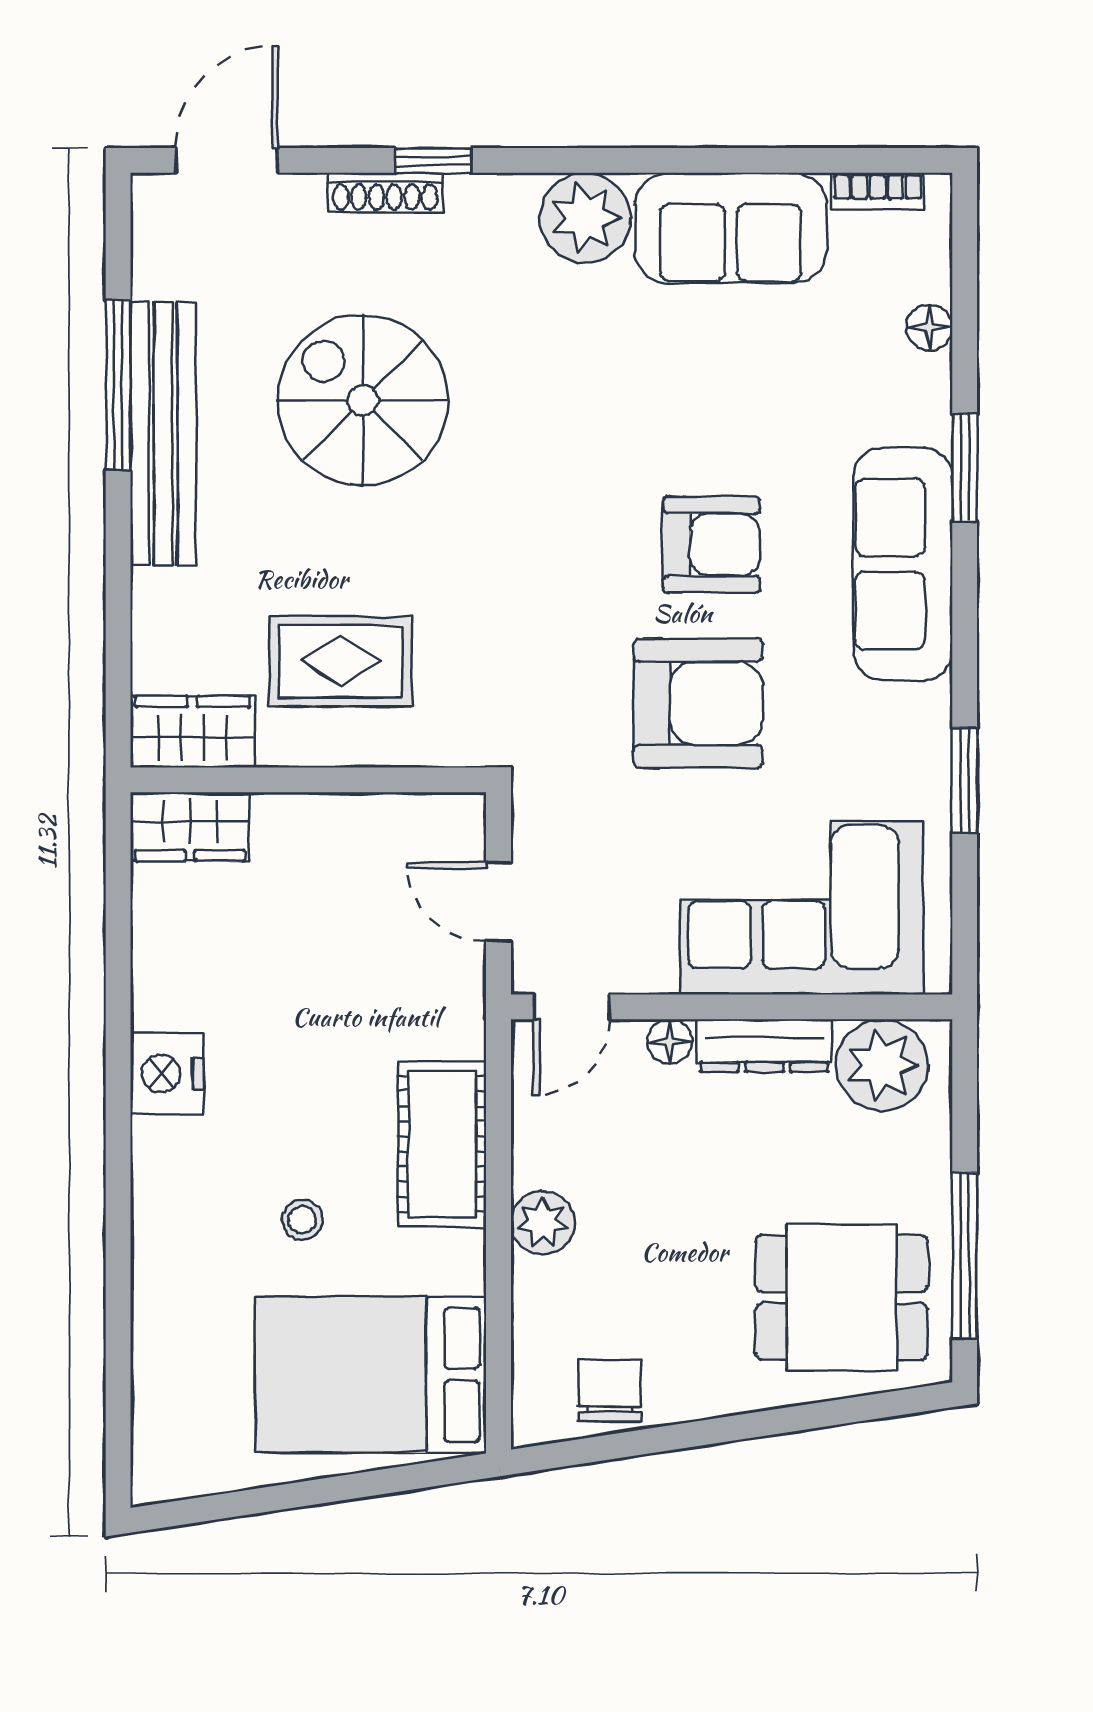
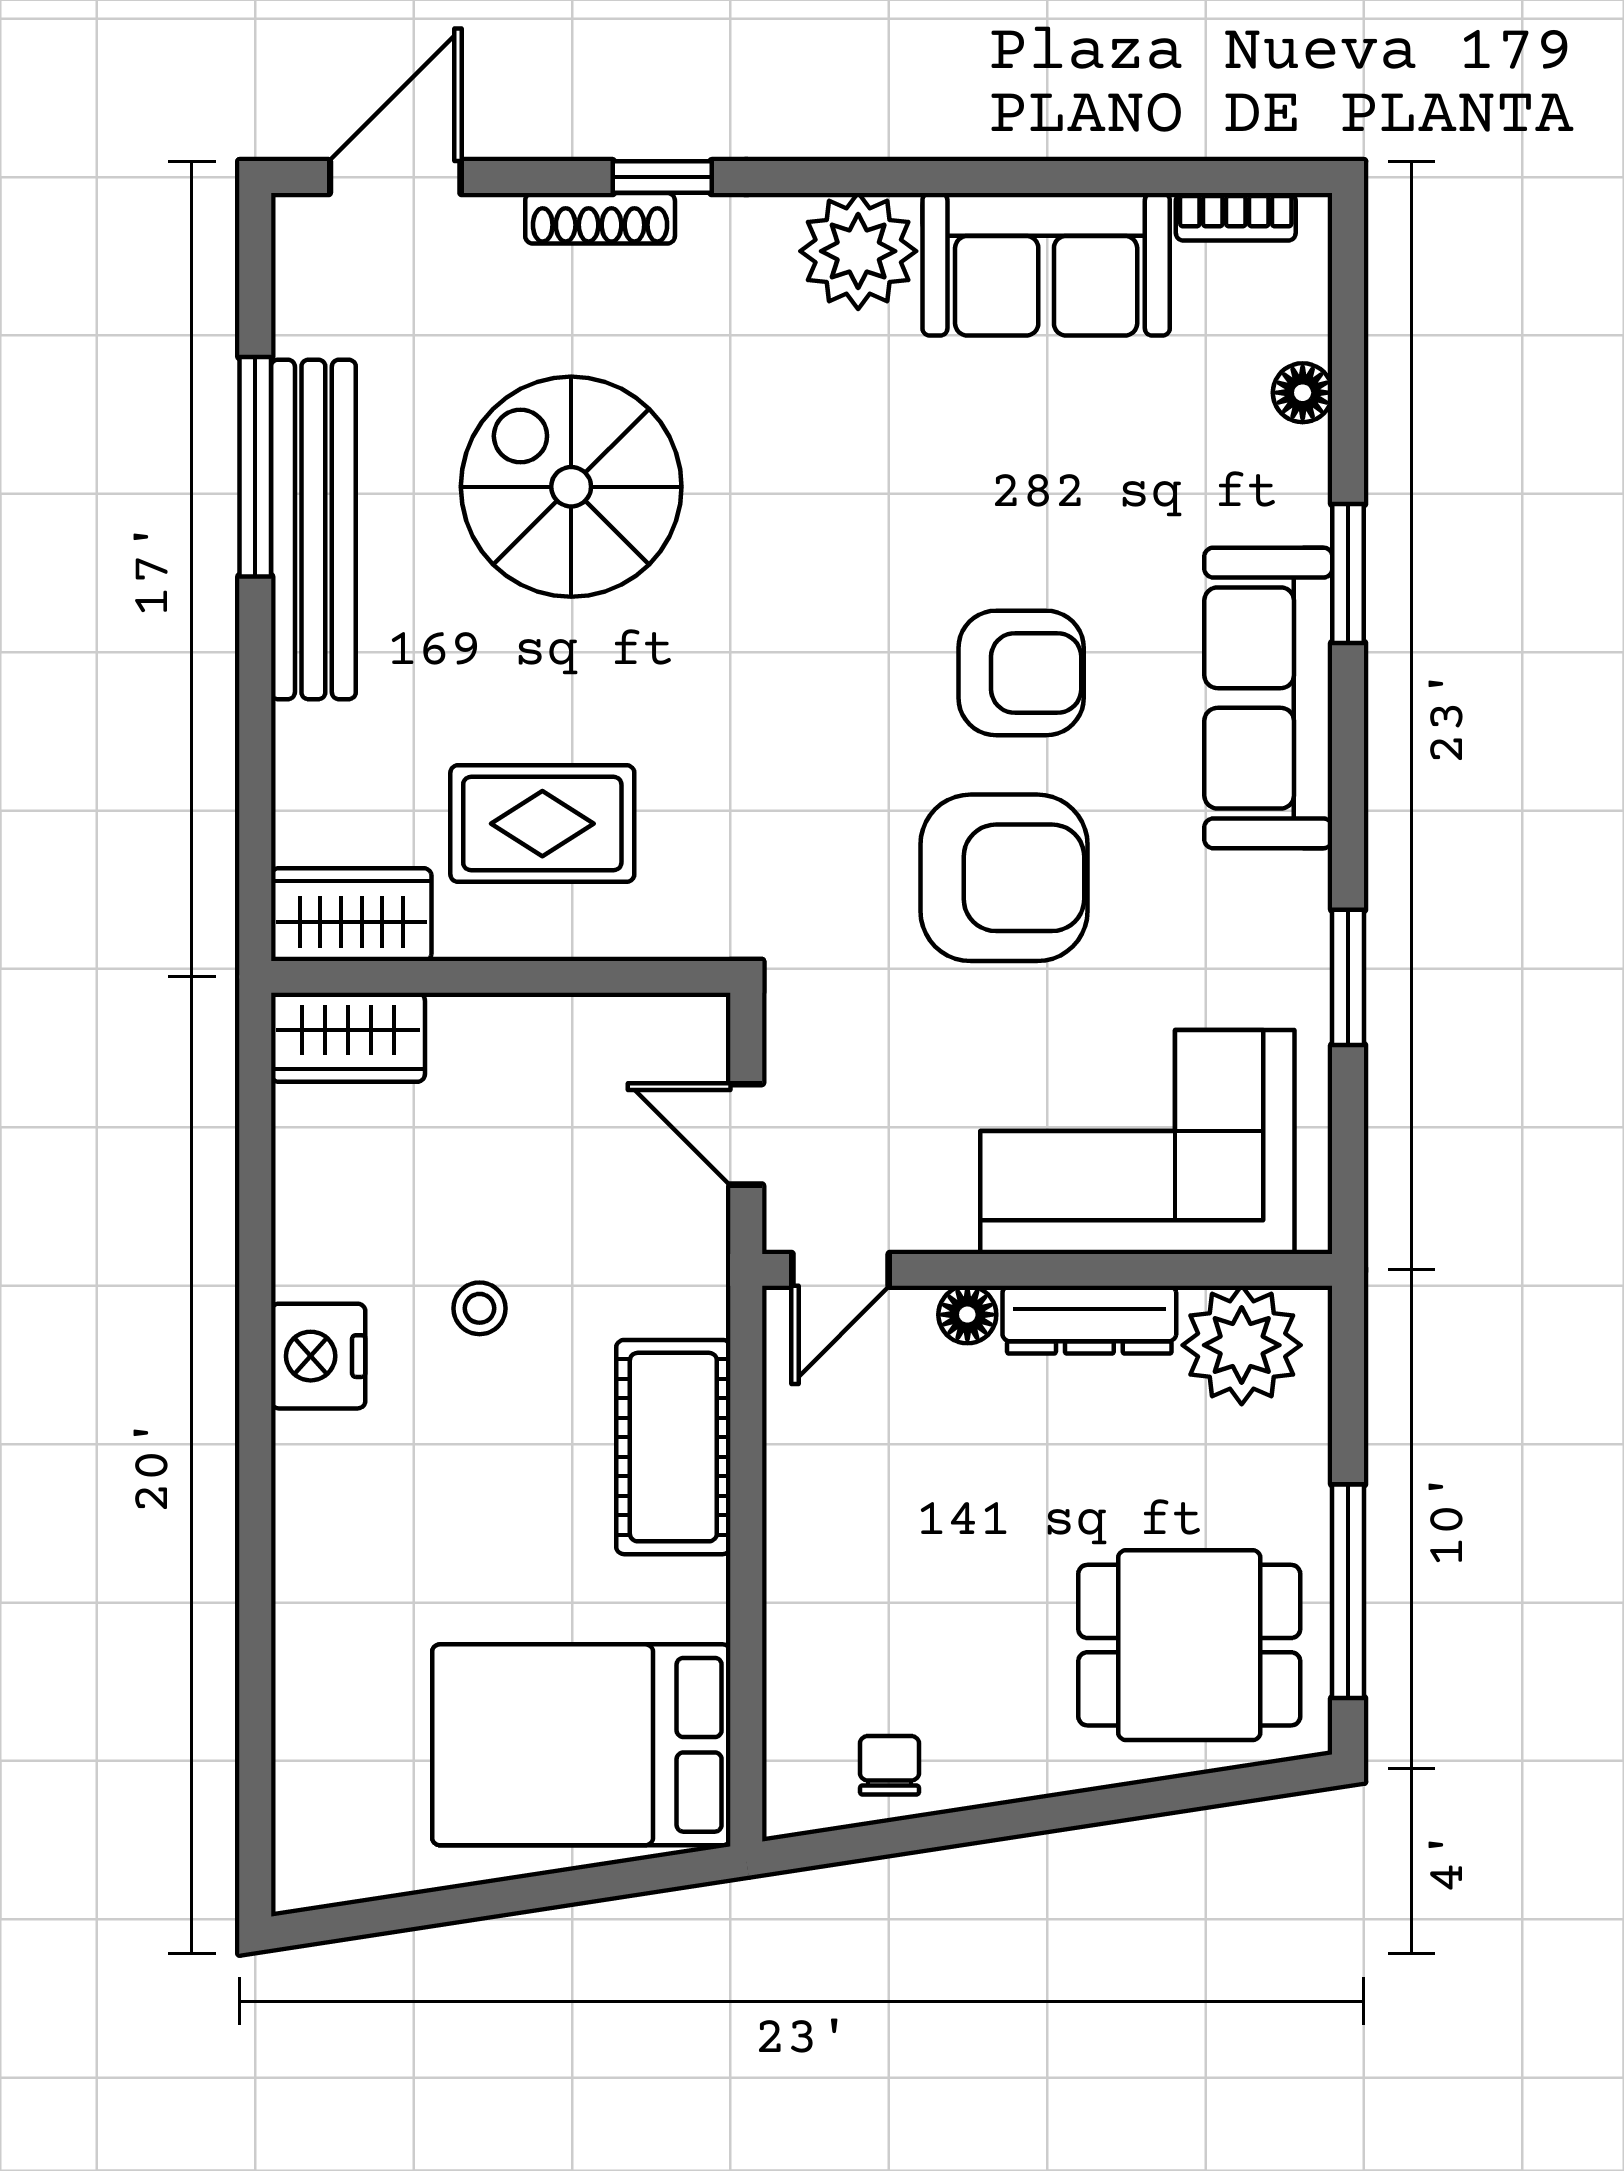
stool: (302, 1220) -> (480, 1308), moved
plant: (543, 1223) -> (803, 1549), removed
chair: (609, 1391) -> (889, 1765), width x0.73, depth x0.73

